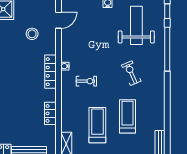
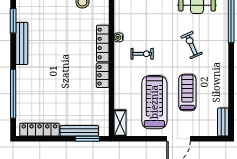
locker: (50, 113) -> (103, 75), moved
treadmill: (97, 125) -> (154, 102), width x1.37, depth x1.38

